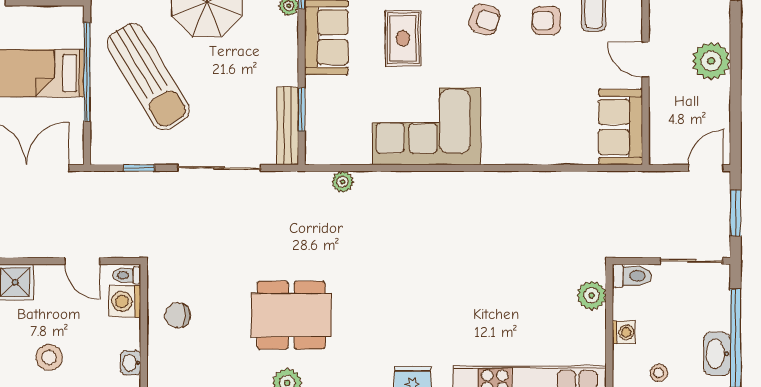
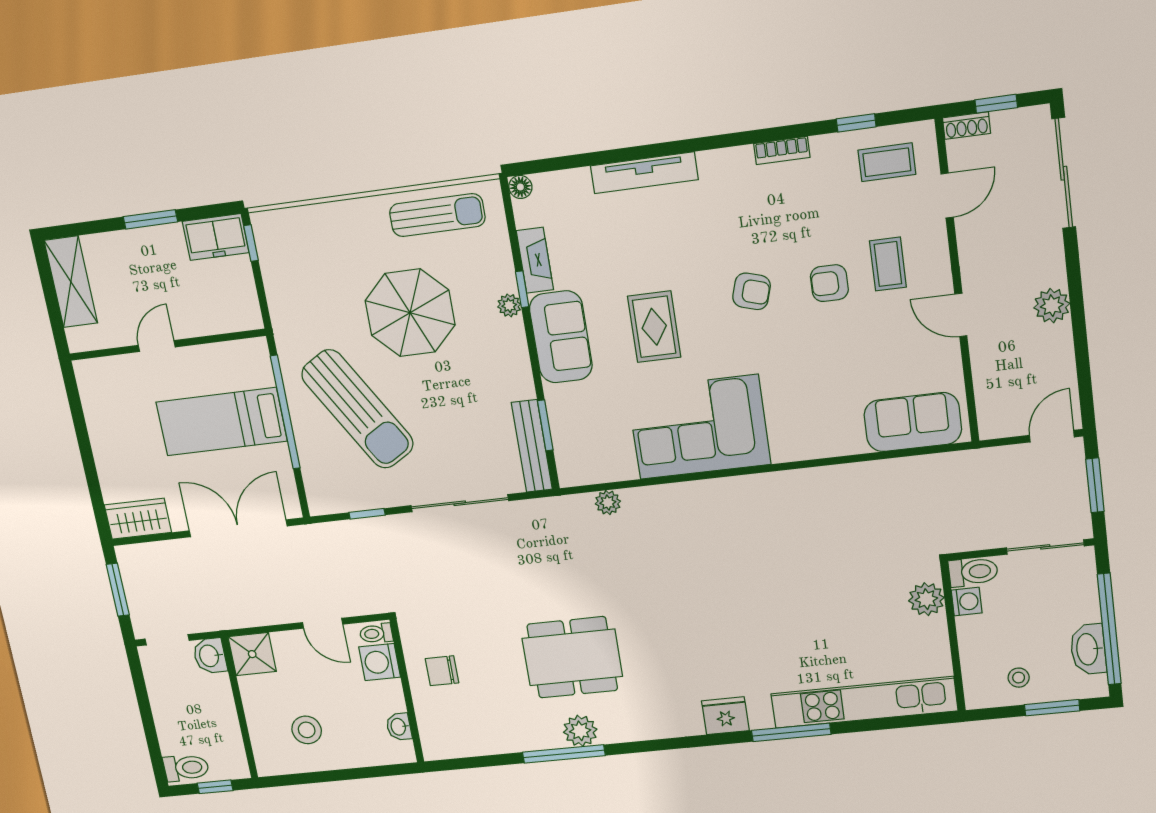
plant: (711, 61) -> (1052, 306), width x0.73, depth x0.73
sofa: (621, 127) -> (913, 422), moved, turned 90
washing machine: (624, 332) -> (967, 601), moved

